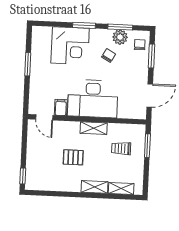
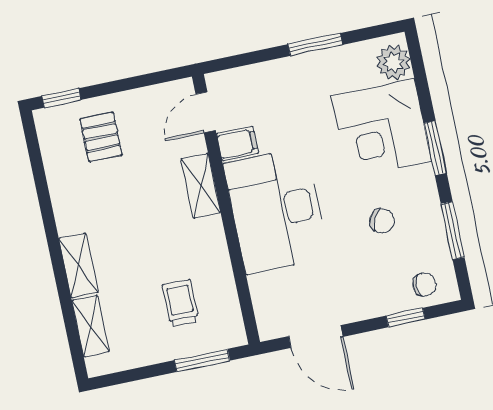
plant: (120, 37) -> (393, 62), moved
window: (151, 56) -> (406, 318), width x0.67
shelving: (94, 128) -> (201, 186), moved
pallet: (73, 157) -> (101, 137), moved

